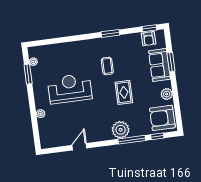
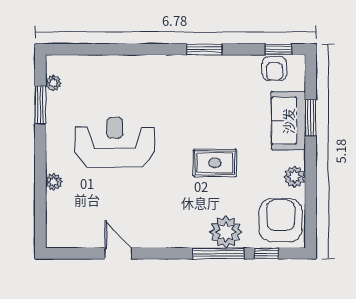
coffee table: (107, 66) -> (190, 109), removed
rug: (124, 92) -> (215, 163), turned 90
armchair: (162, 118) -> (281, 220), turned 90
plant: (121, 130) -> (226, 232), moved
door: (79, 147) -> (118, 253), hinge flipped

